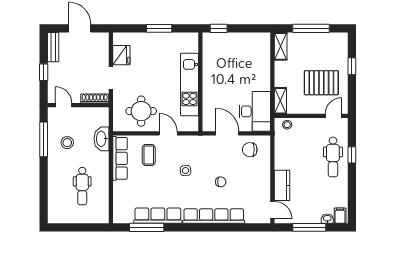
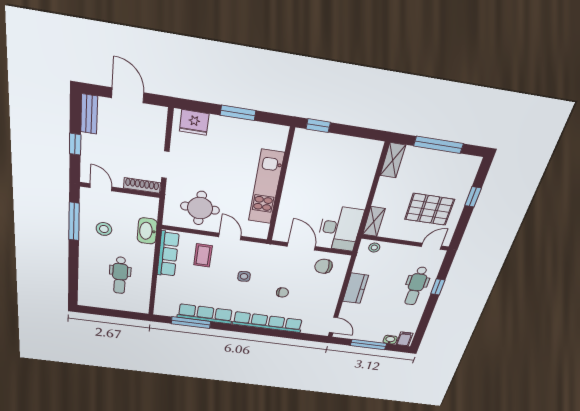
fridge: (121, 55) -> (194, 122), moved, turned 90
kitchen counter: (282, 185) -> (356, 288), moved

